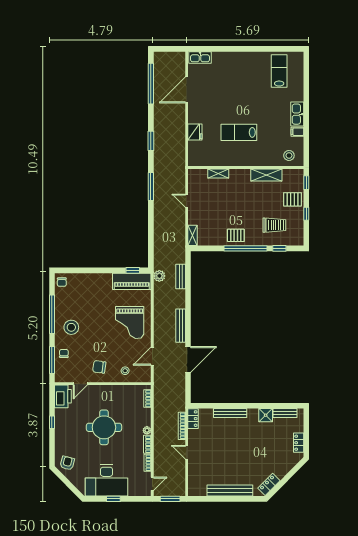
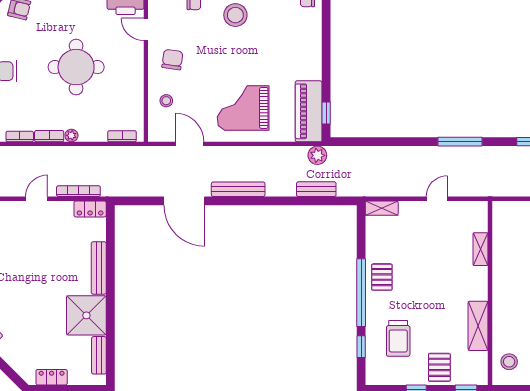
shower: (266, 415) -> (86, 315), width x1.86, depth x1.86

